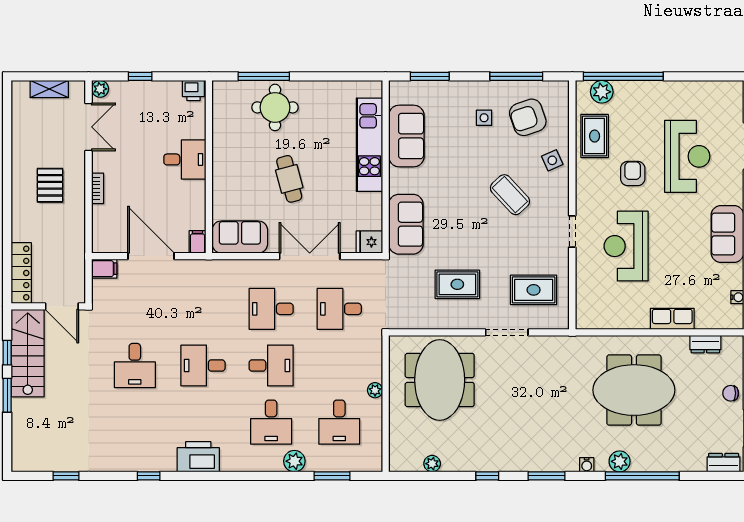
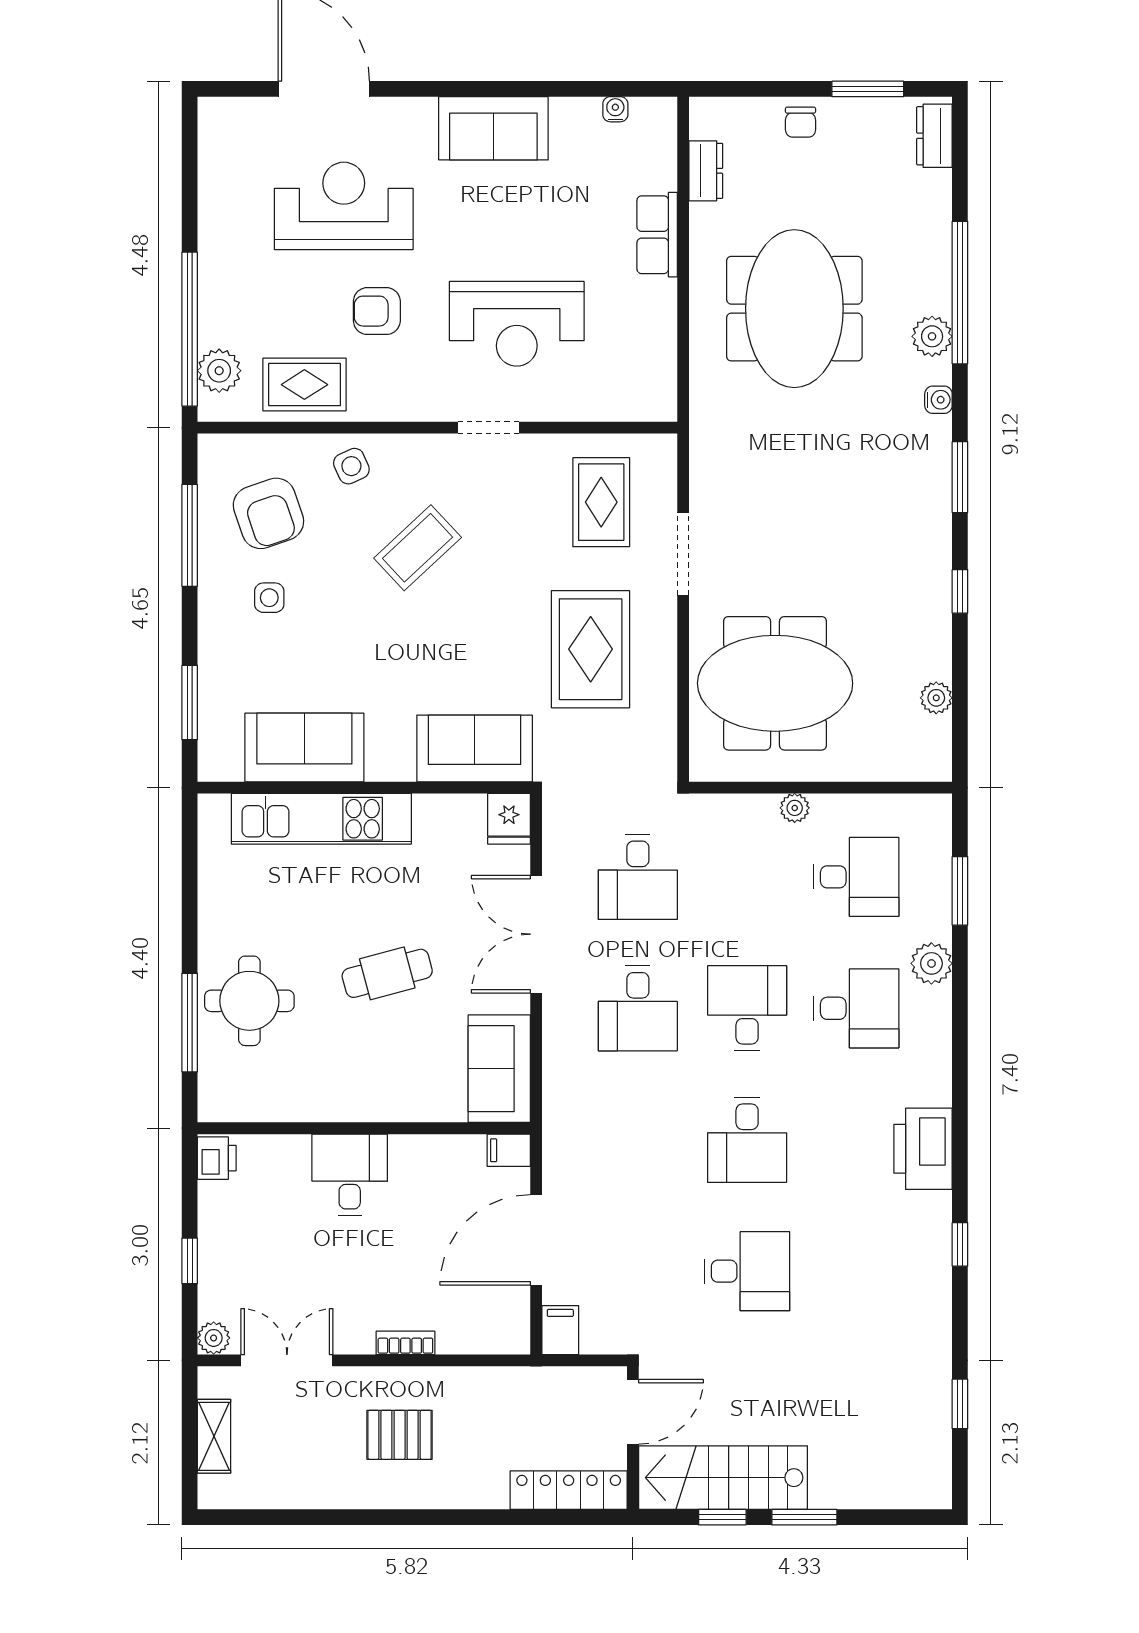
rug: (457, 284) -> (591, 649), width x1.36, depth x1.43

